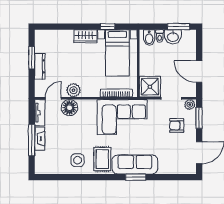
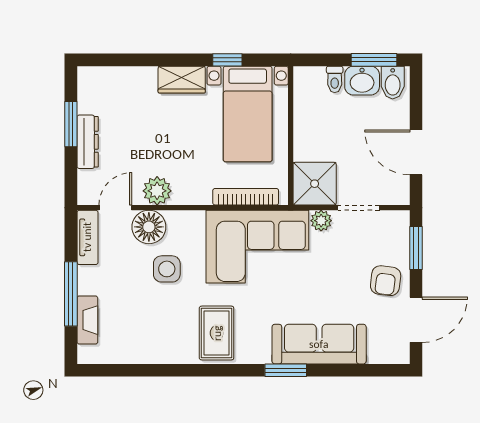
bidet: (149, 38) -> (393, 83), moved
plant: (190, 105) -> (321, 221), moved
armchair: (177, 125) -> (386, 281), moved, turned -83
fireplace: (40, 139) -> (87, 320), moved
side table: (78, 160) -> (167, 269), moved
sofa: (135, 164) -> (319, 344), moved

